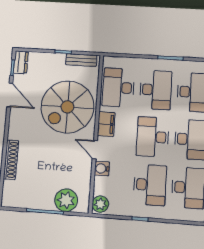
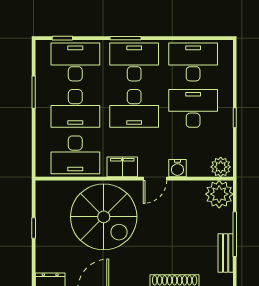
bench: (81, 60) -> (226, 253), moved
desk: (156, 90) -> (75, 108), turned 180
plant: (66, 200) -> (219, 194), moved

